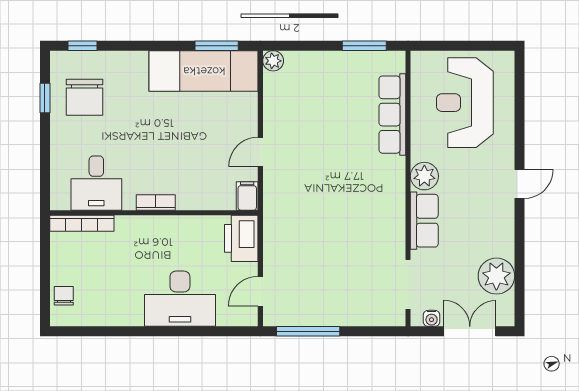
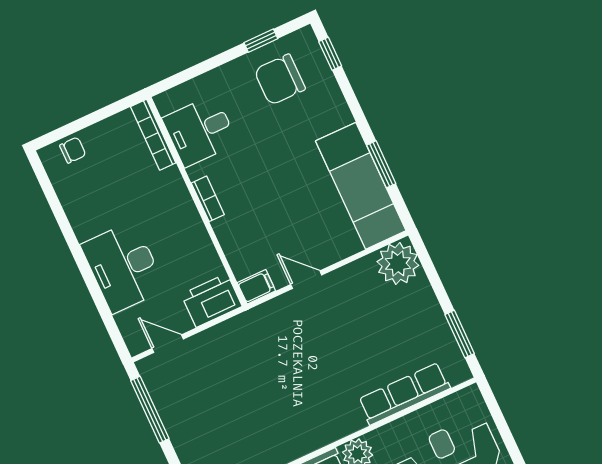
window: (217, 46) -> (381, 164), moved
plant: (273, 61) -> (398, 264), width x1.87, depth x1.87

